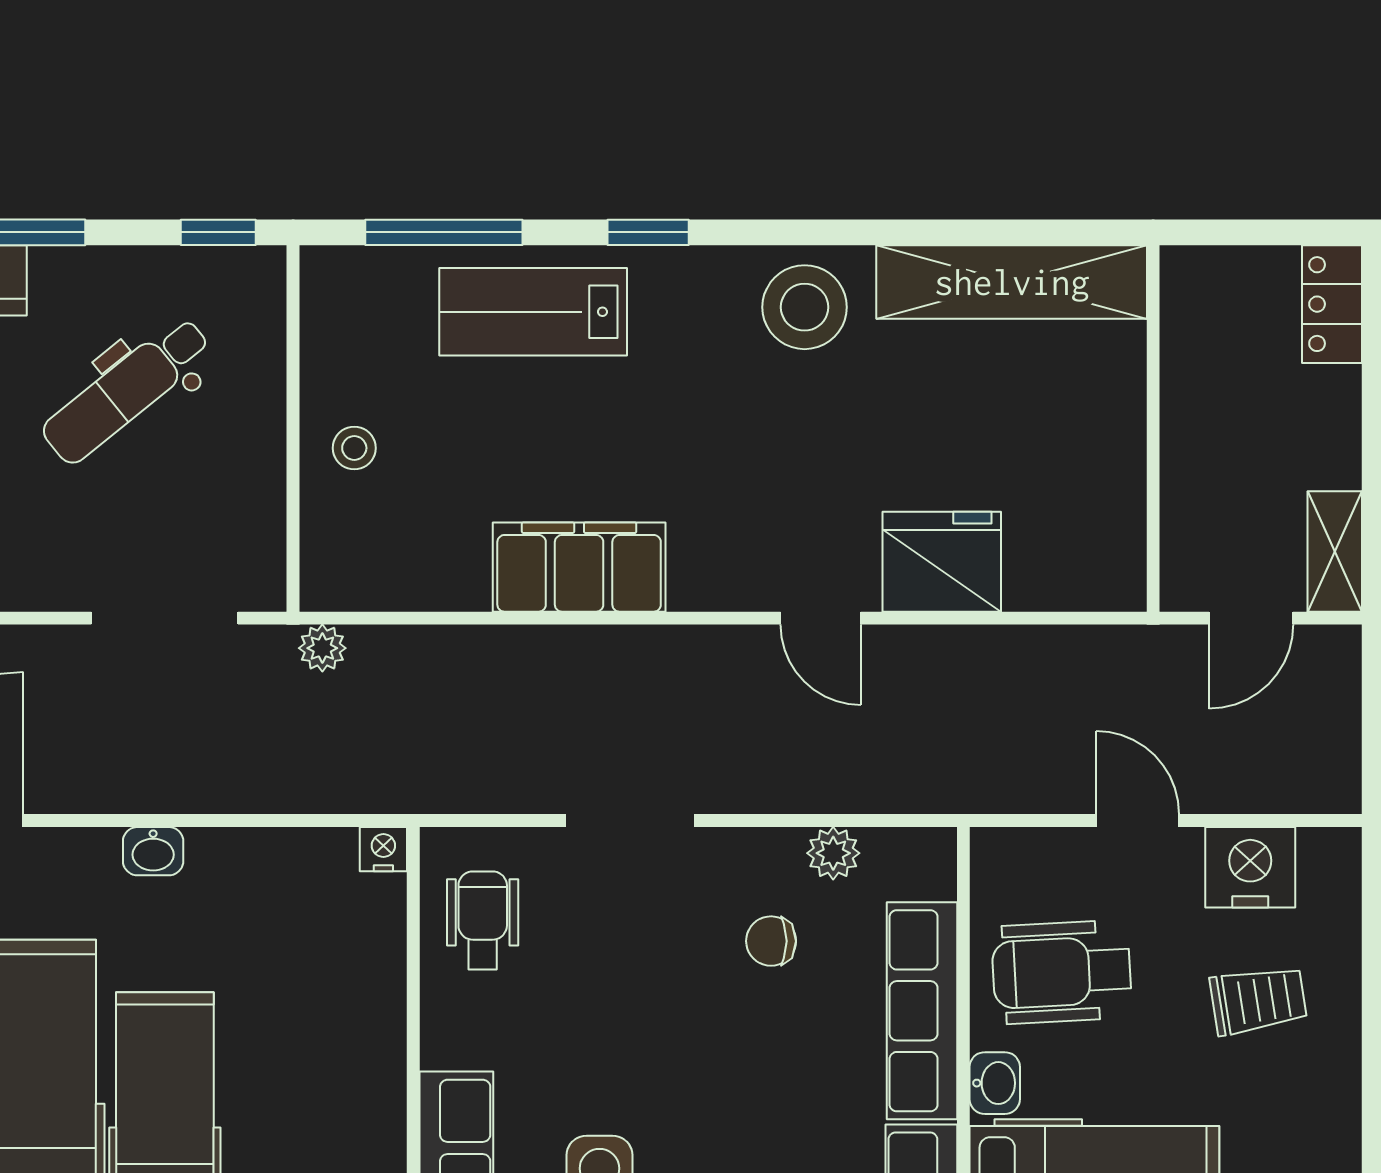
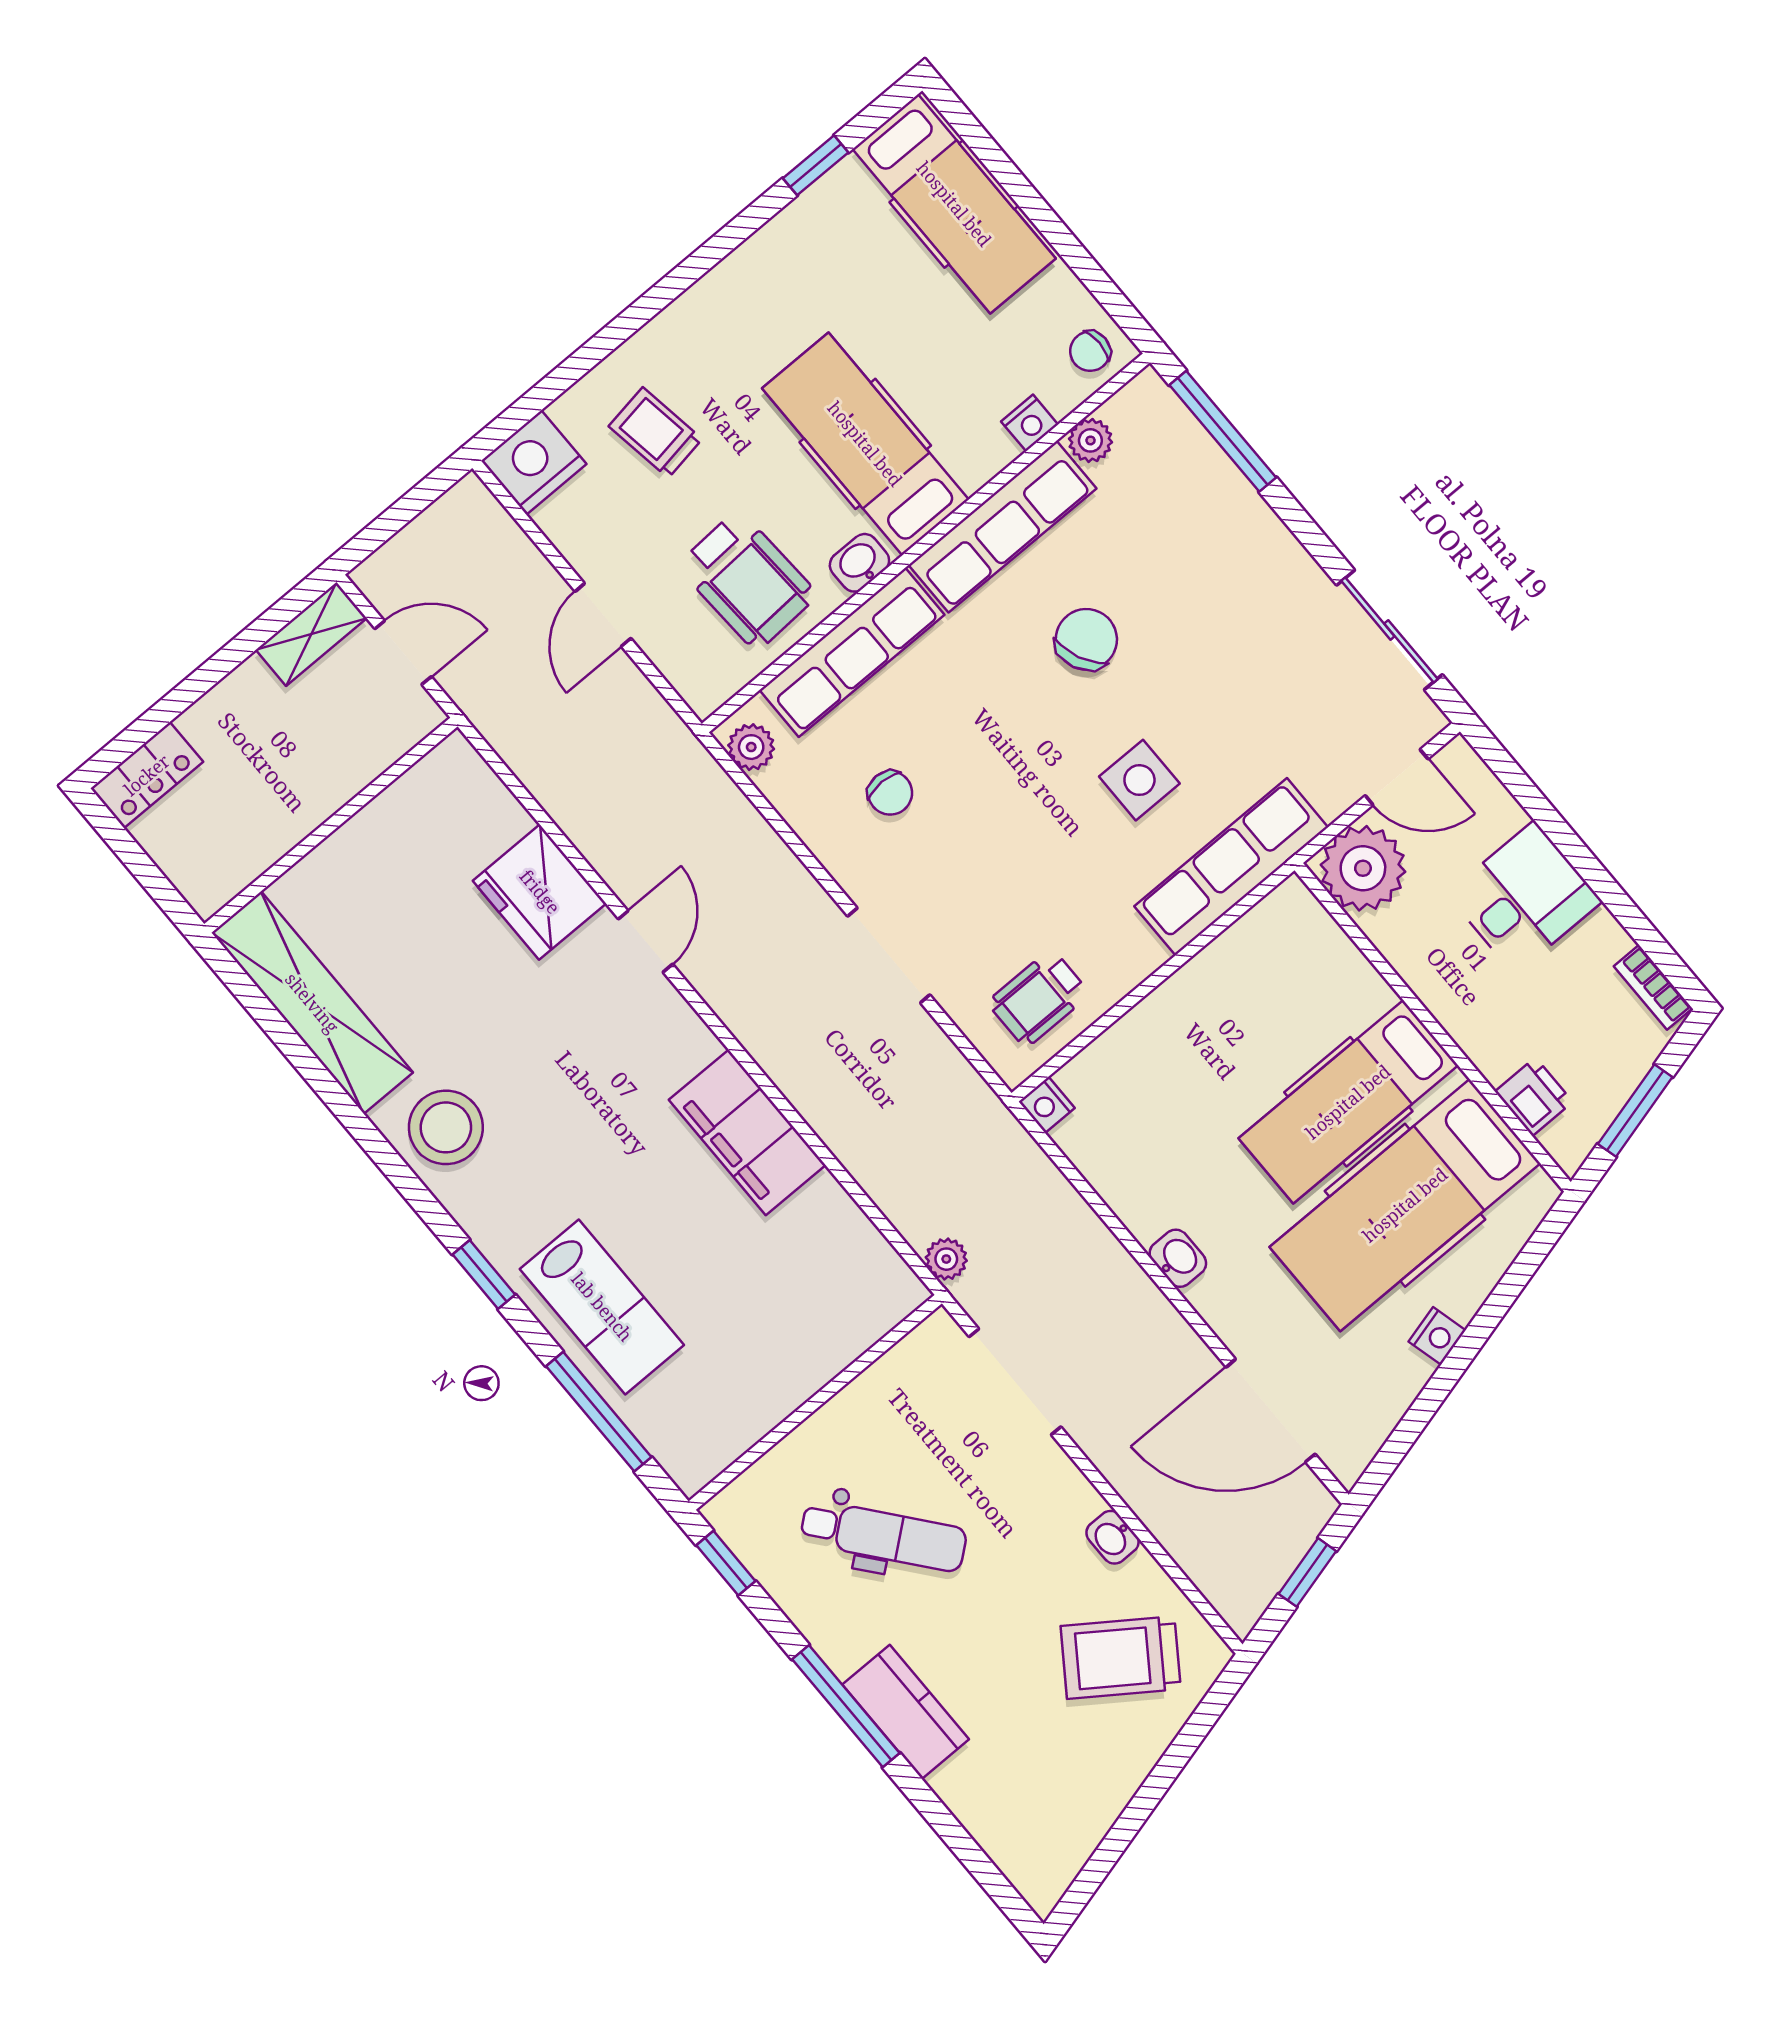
stool: (354, 448) -> (794, 1350), removed
plant: (833, 853) -> (751, 747), moved
nightstand: (1250, 867) -> (534, 462), moved, turned 90

